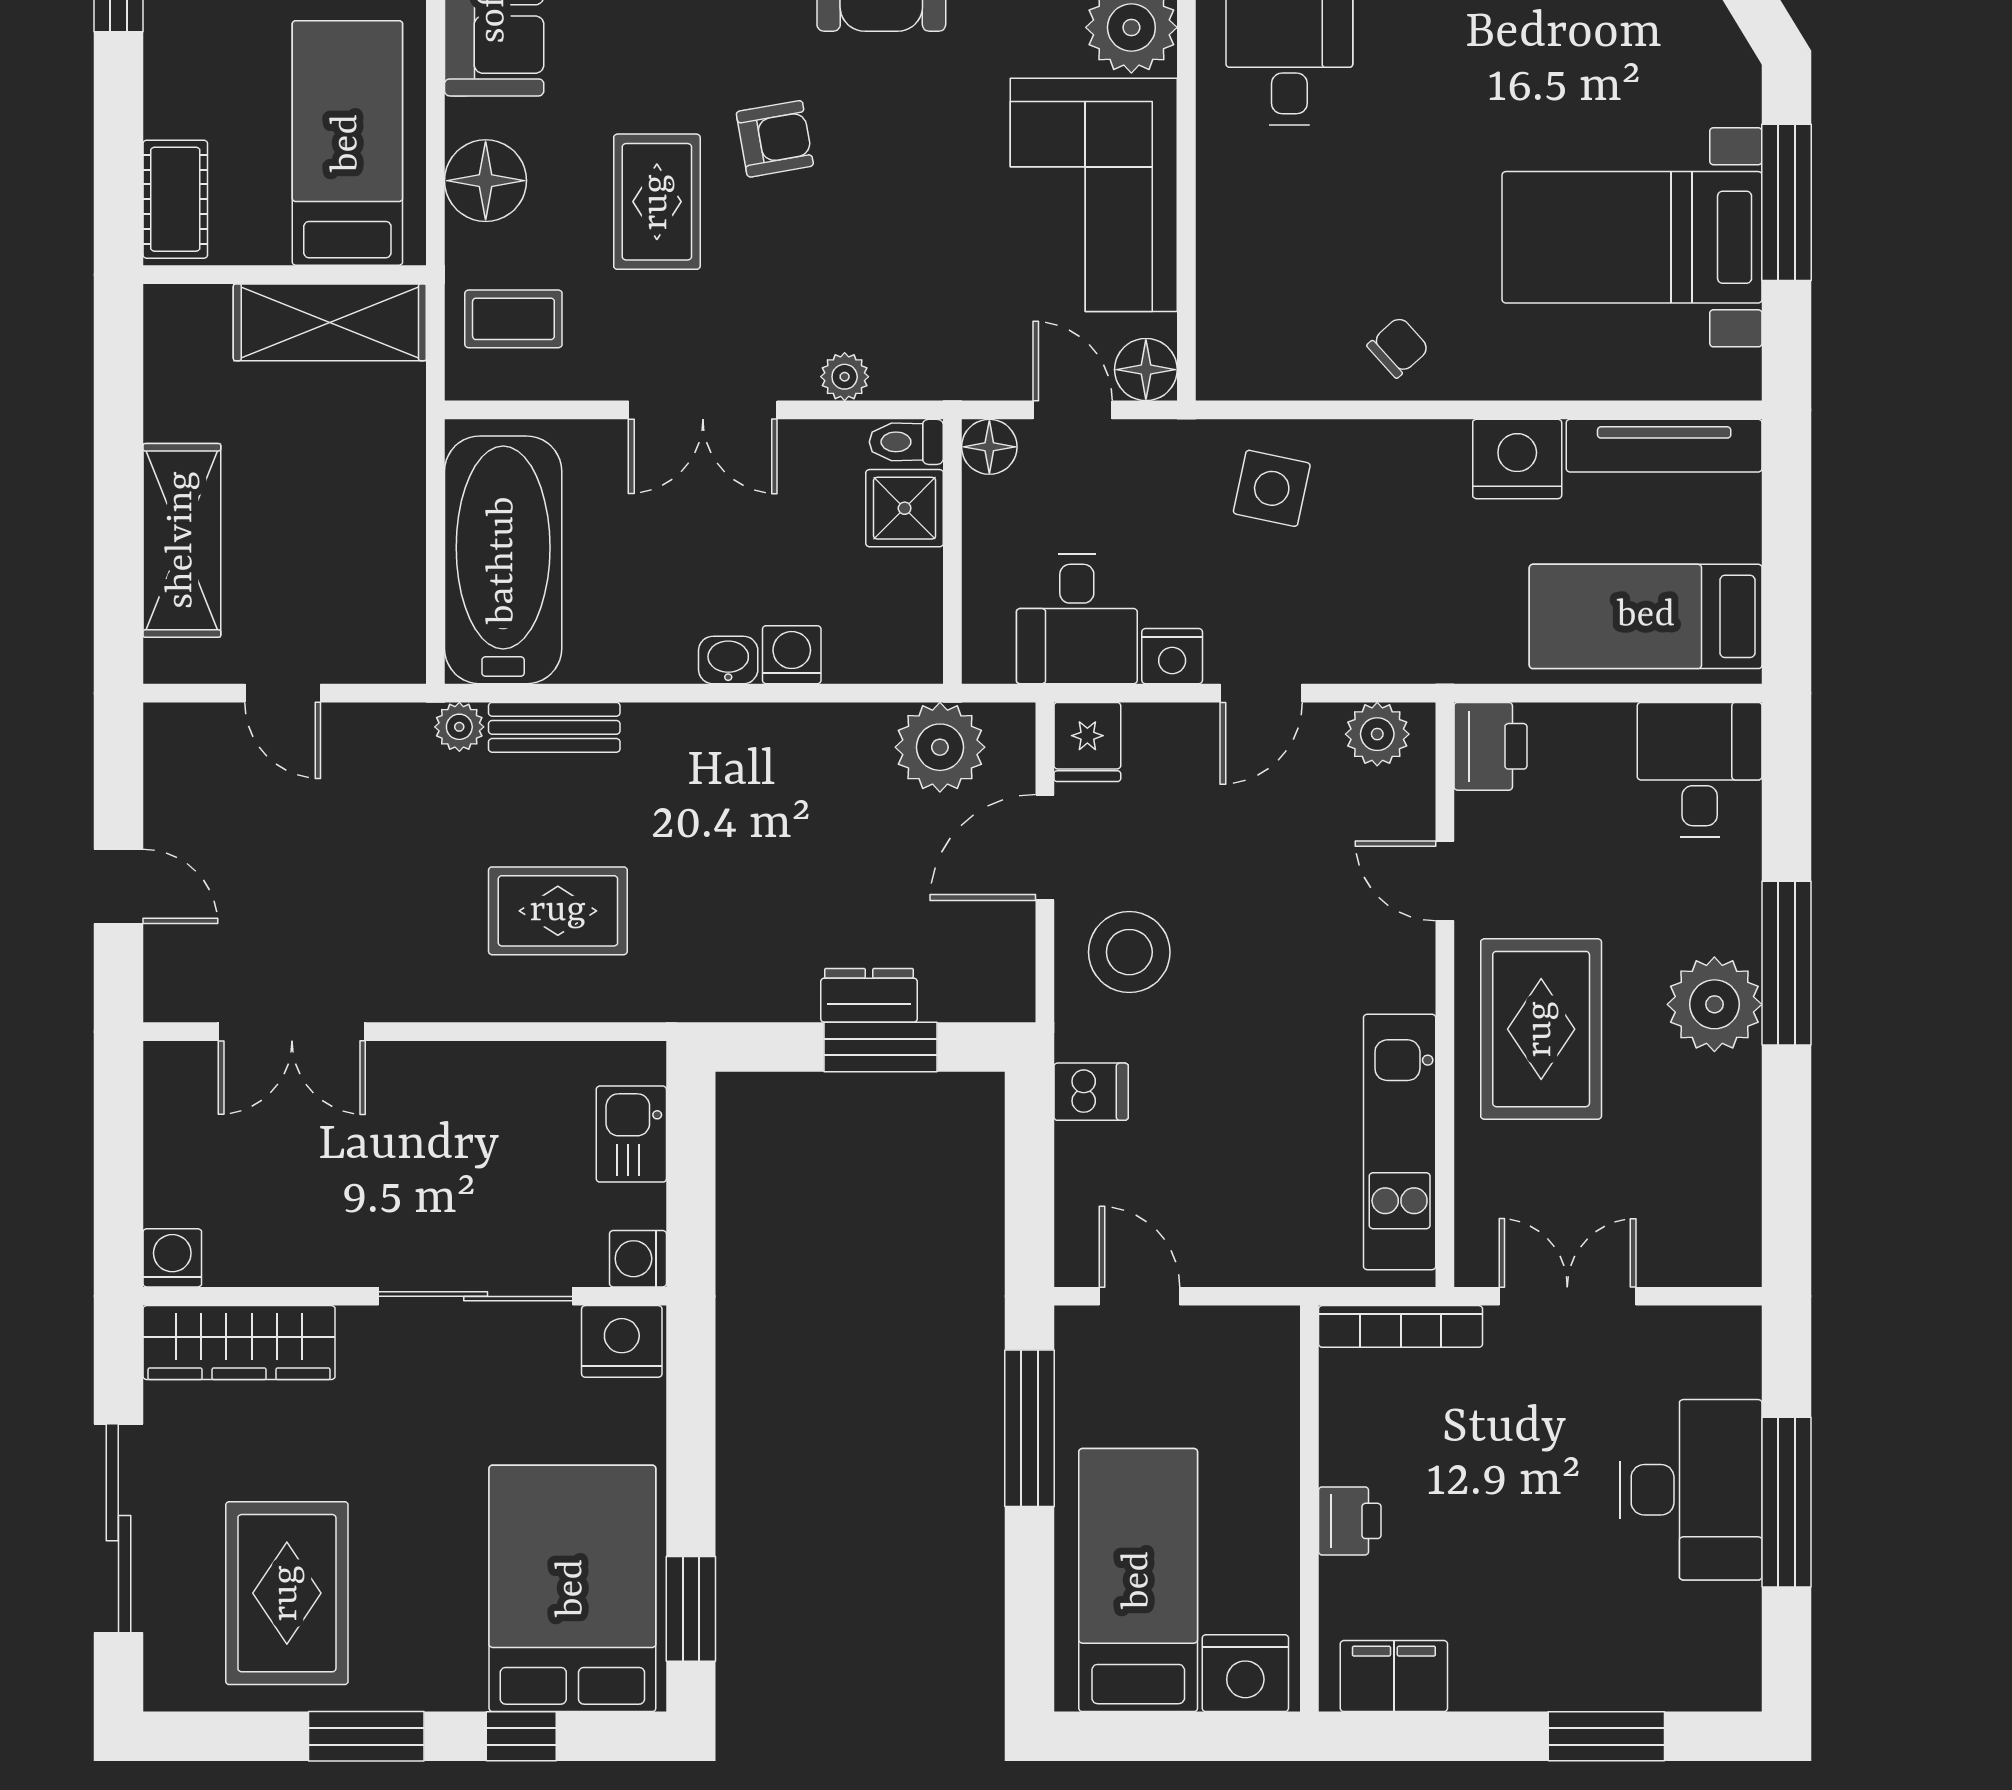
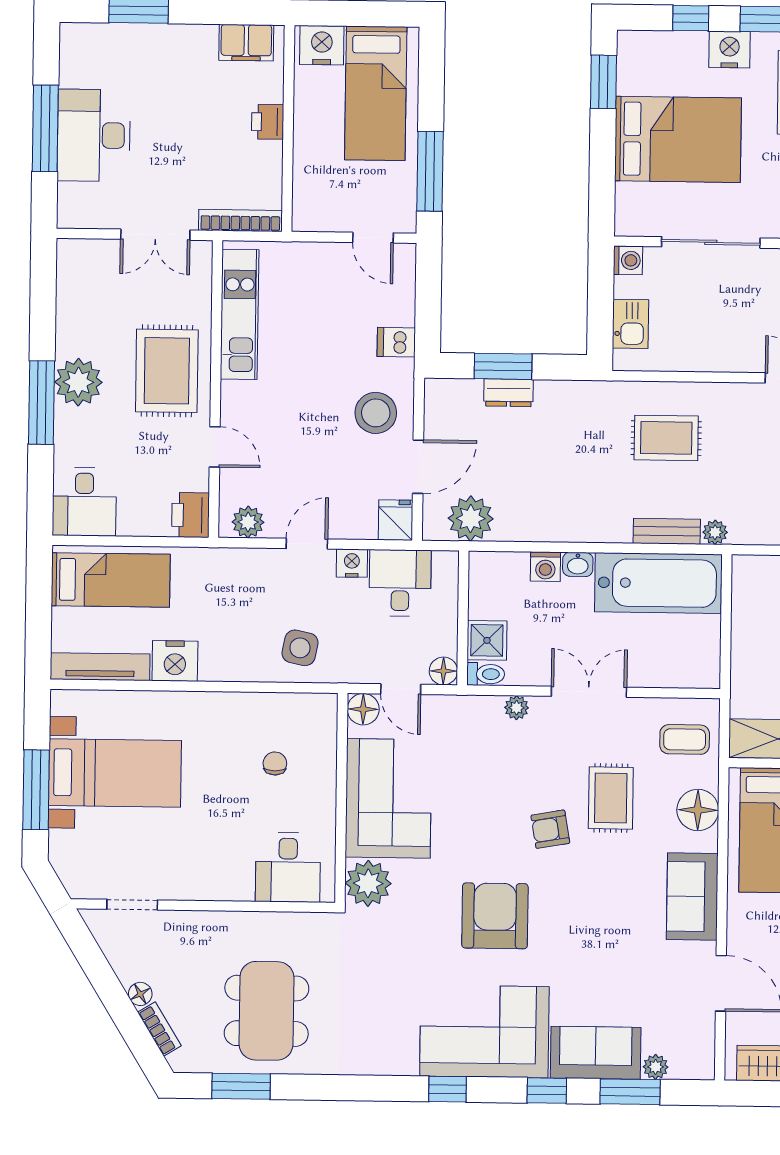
chair: (1398, 347) -> (275, 763), moved, turned 132
bathtub: (503, 560) -> (658, 583), moved, turned -90
nightstand: (622, 1341) -> (730, 50), moved, turned 180
bed: (572, 1588) -> (678, 139), moved, turned -90

